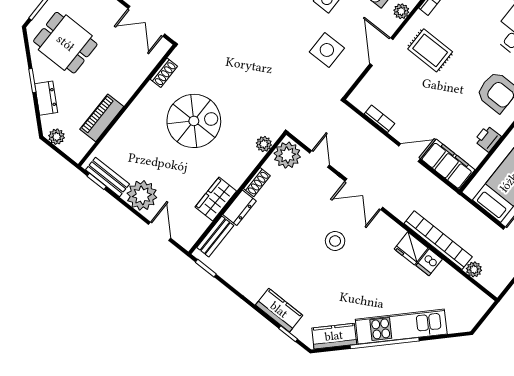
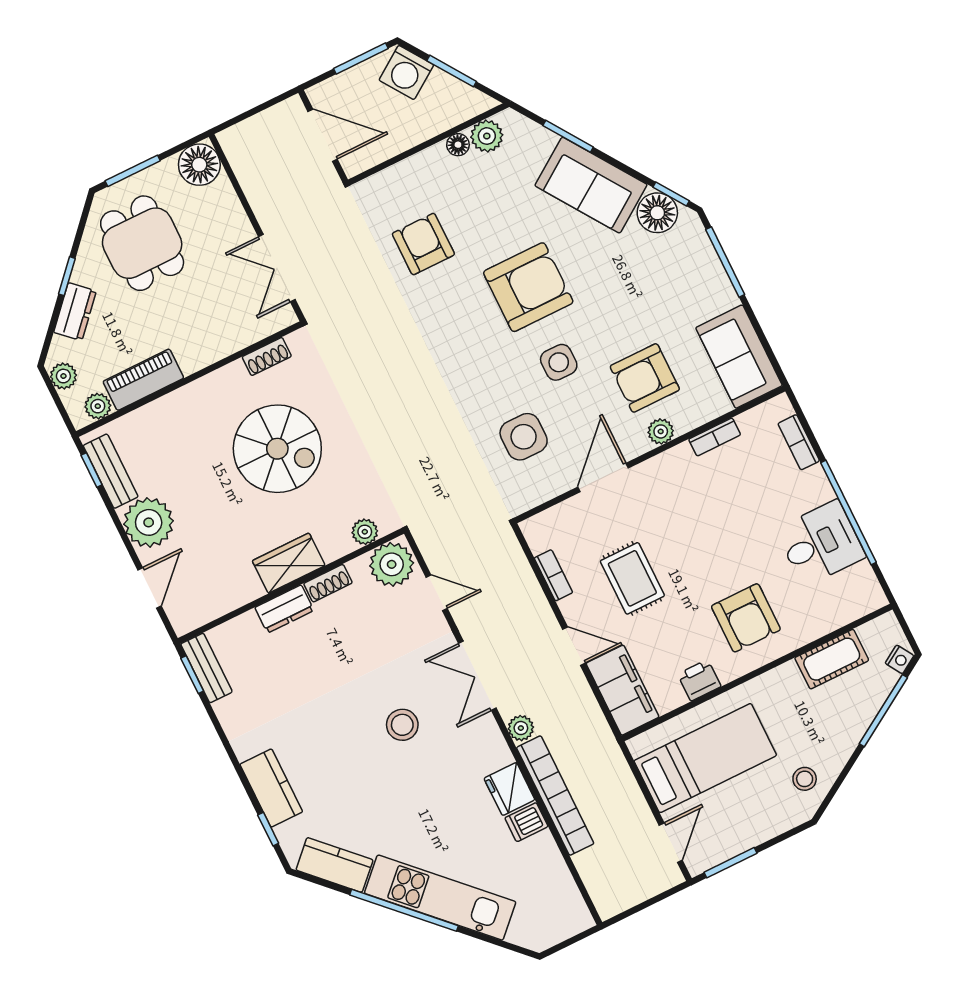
rug: (430, 50) -> (632, 578), moved
plant: (83, 144) -> (98, 406), added
door: (320, 159) -> (437, 593), hinge flipped
wardrobe: (216, 199) -> (289, 563), moved
bench: (215, 236) -> (206, 668), moved, turned 90
plant: (474, 269) -> (521, 728), moved

